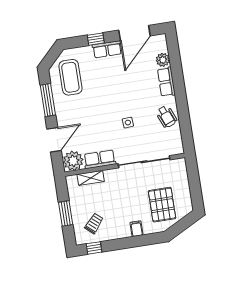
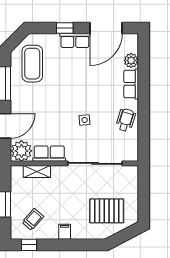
wheelchair: (166, 117) -> (126, 120), turned -141
pallet: (162, 205) -> (107, 211), turned 90
filing cabinet: (137, 229) -> (65, 232), moved

